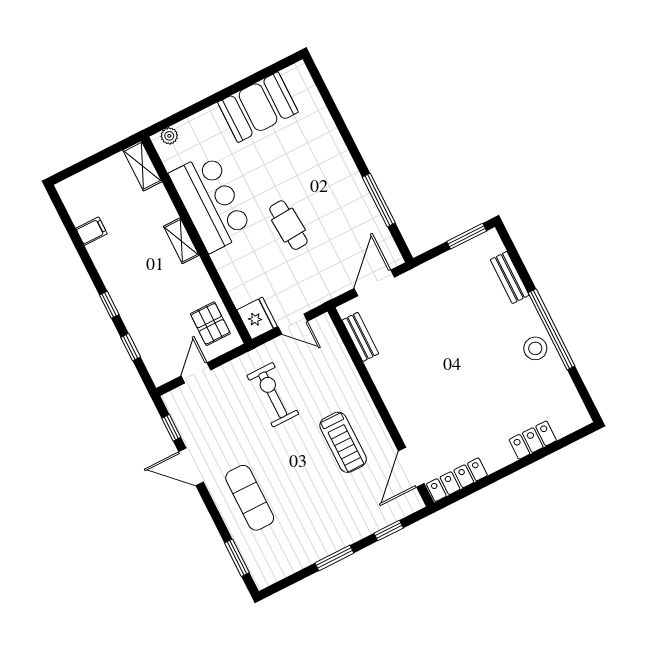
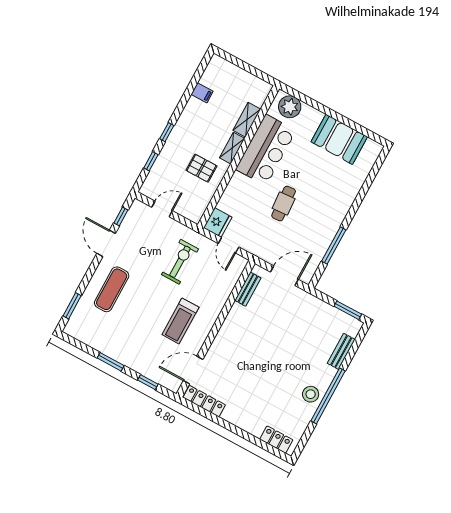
plant: (169, 136) -> (290, 107), width x1.88, depth x1.88
shelving: (142, 166) -> (247, 120), moved
pallet: (210, 324) -> (201, 168), moved, turned 90
locker: (533, 440) -> (276, 440), moved

